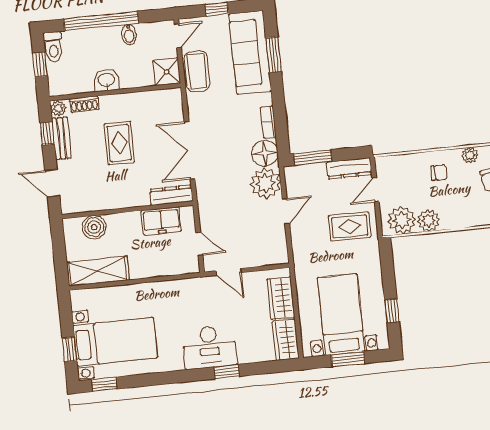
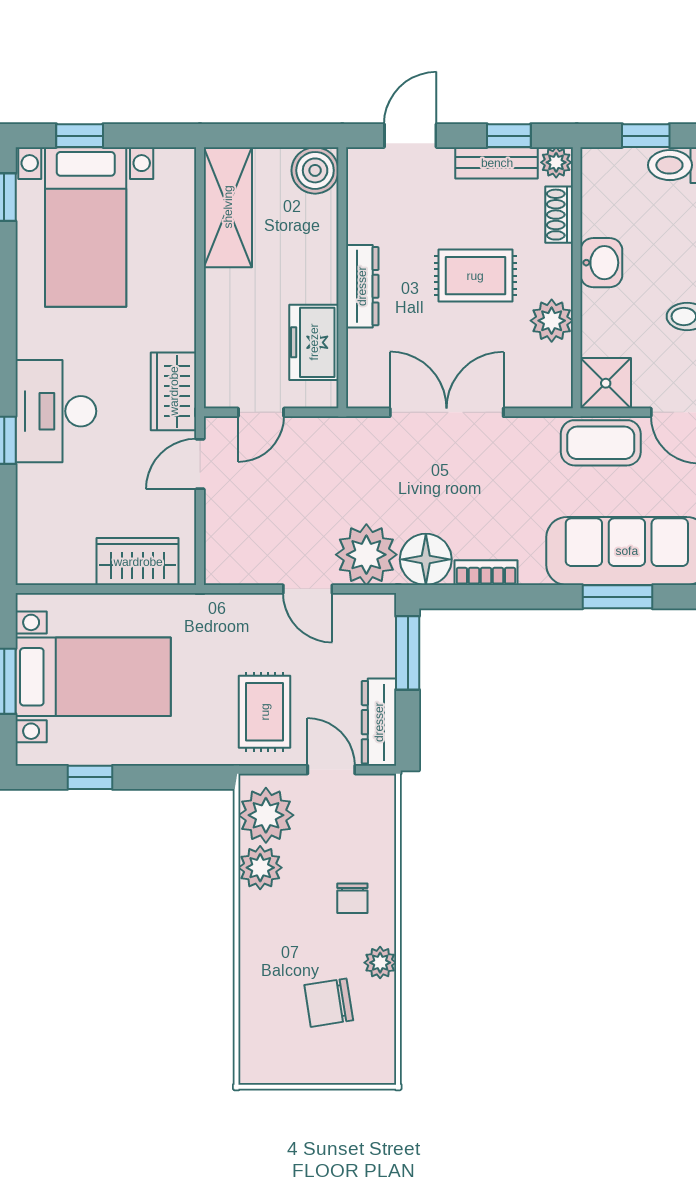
plant: (138, 102) -> (552, 321), added
dresser: (171, 195) -> (362, 286), moved
boiler: (94, 227) -> (315, 170), moved
wardrobe: (286, 340) -> (174, 391), moved, turned -90

